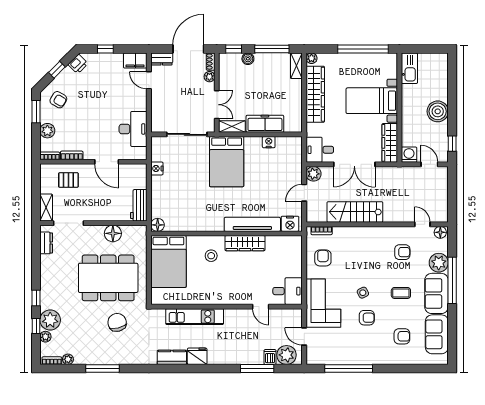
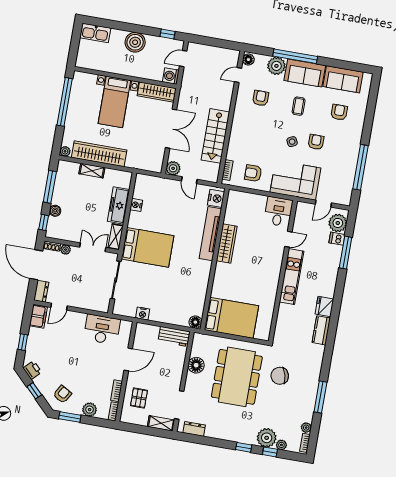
shelving: (296, 66) -> (92, 171), moved
kitchen sink: (409, 68) -> (95, 33), moved, turned 180
desk: (320, 150) -> (152, 159), removed
stool: (211, 256) -> (233, 277), removed
kitchen unit: (195, 317) -> (292, 277), moved

